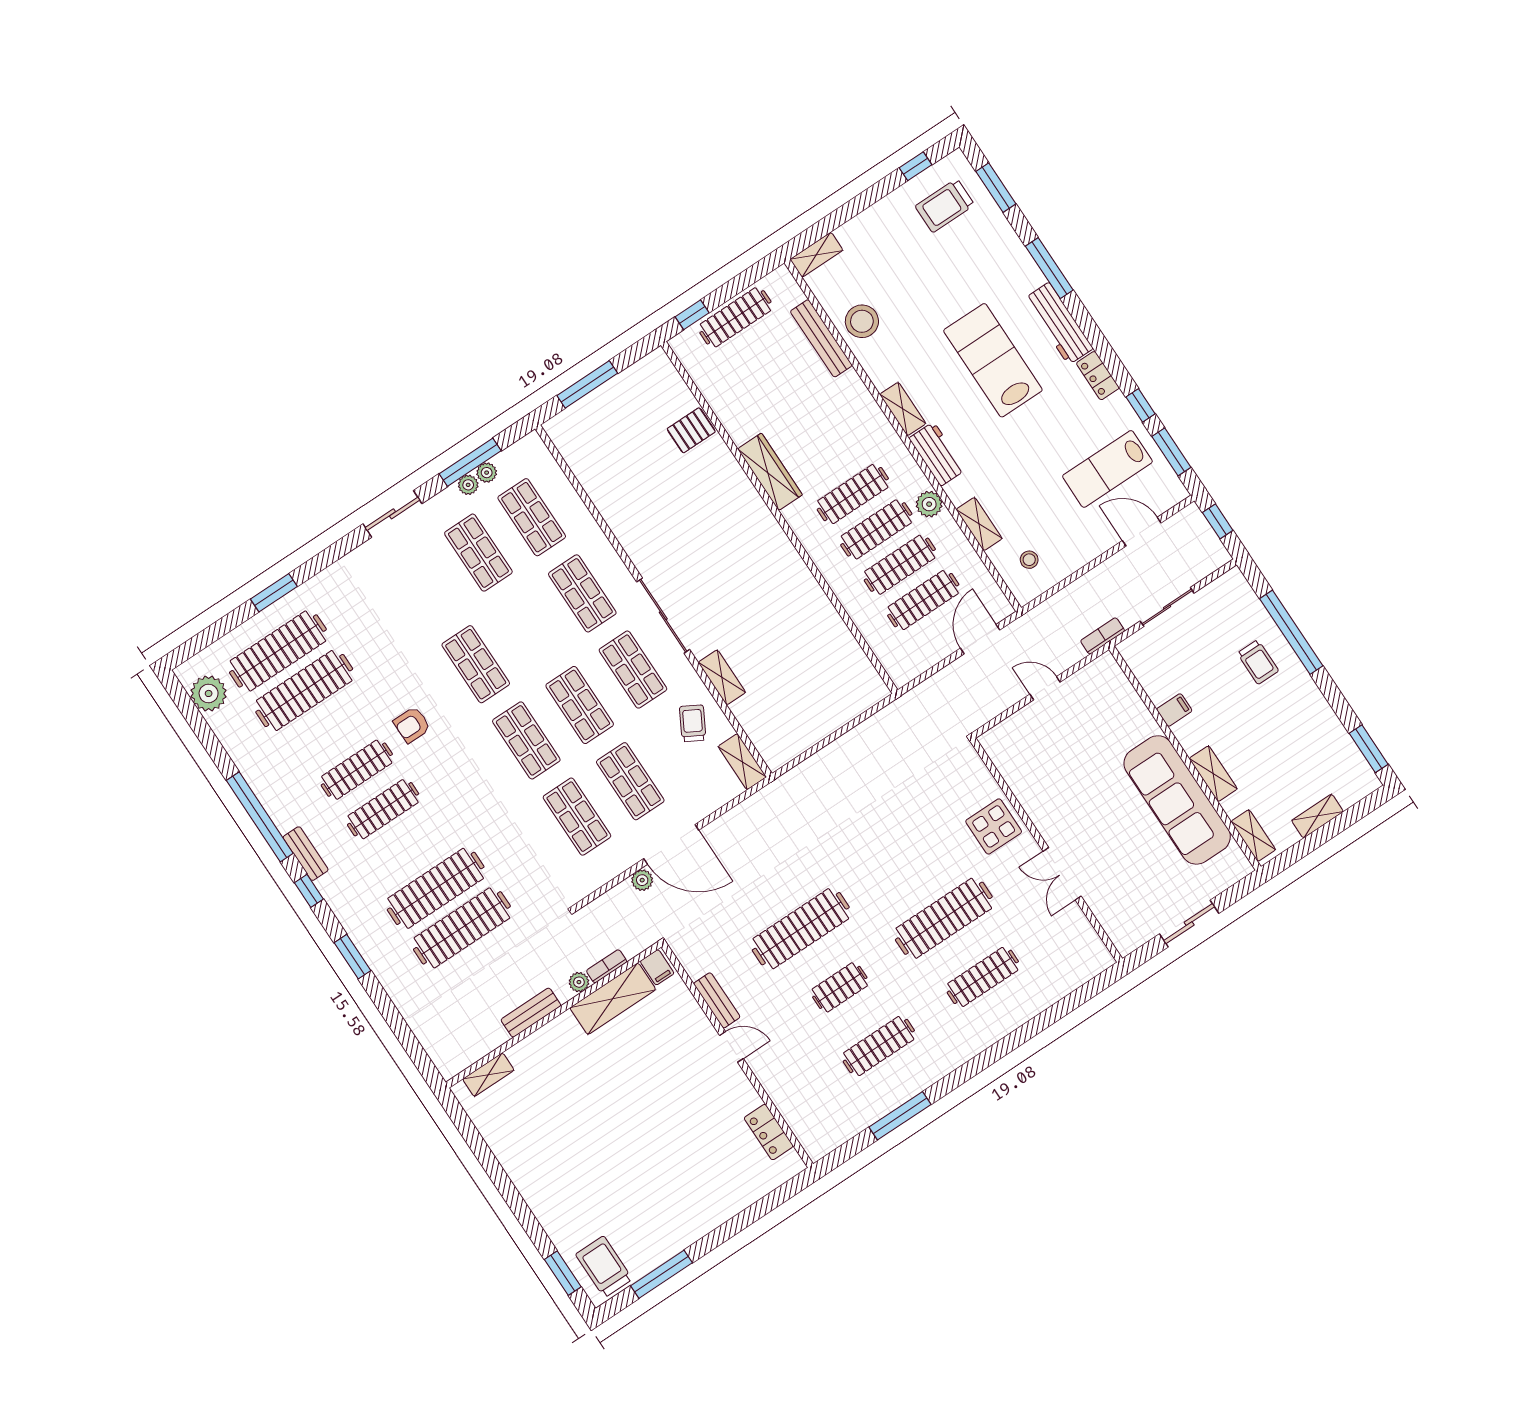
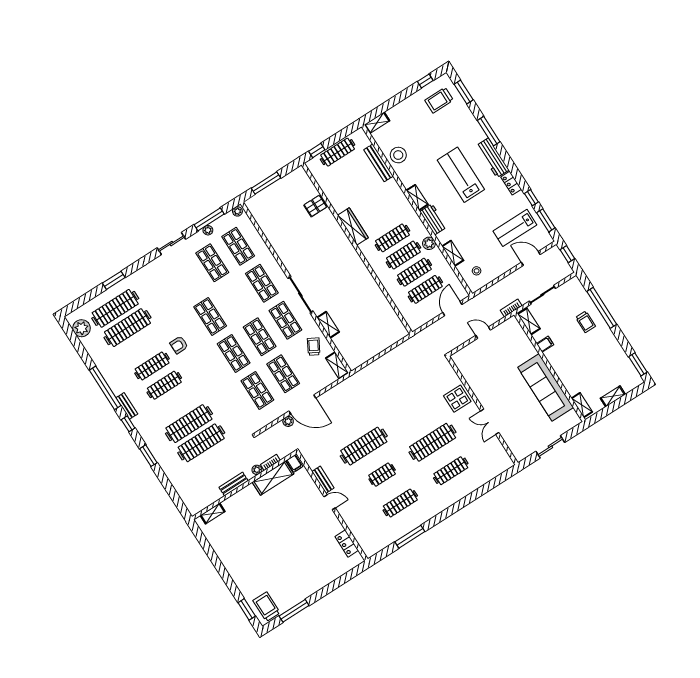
plant: (487, 473) -> (237, 211), moved
shelving: (1213, 774) -> (529, 321), moved

